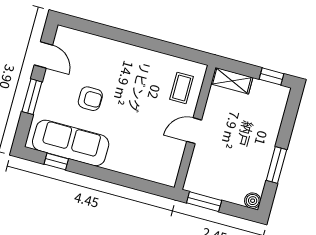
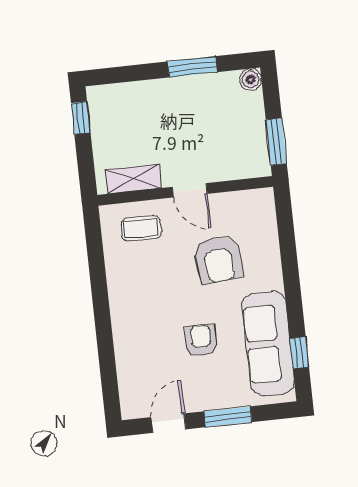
shelving: (232, 81) -> (133, 179), moved, turned 90
armchair: (140, 132) -> (218, 259), added

